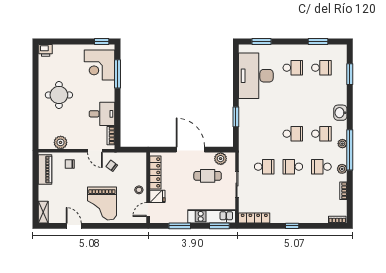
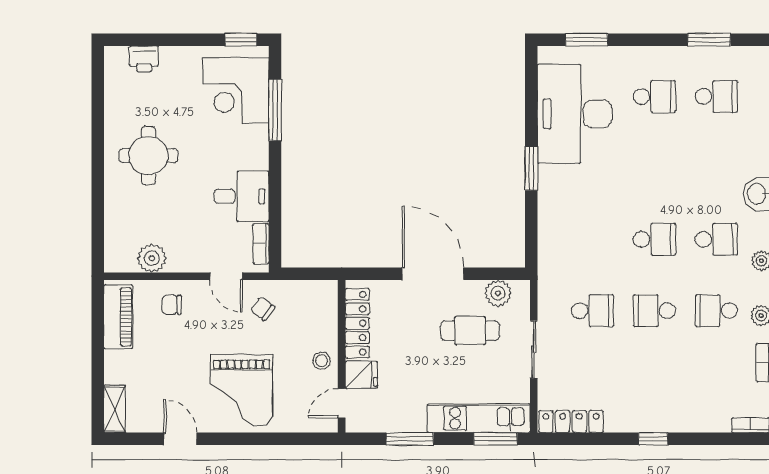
printer: (46, 50) -> (144, 59), moved
window: (236, 117) -> (531, 168), moved

